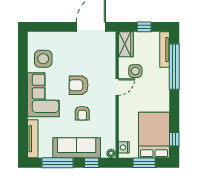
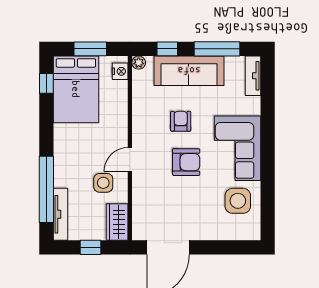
tv unit: (33, 139) -> (253, 76), width x0.71

